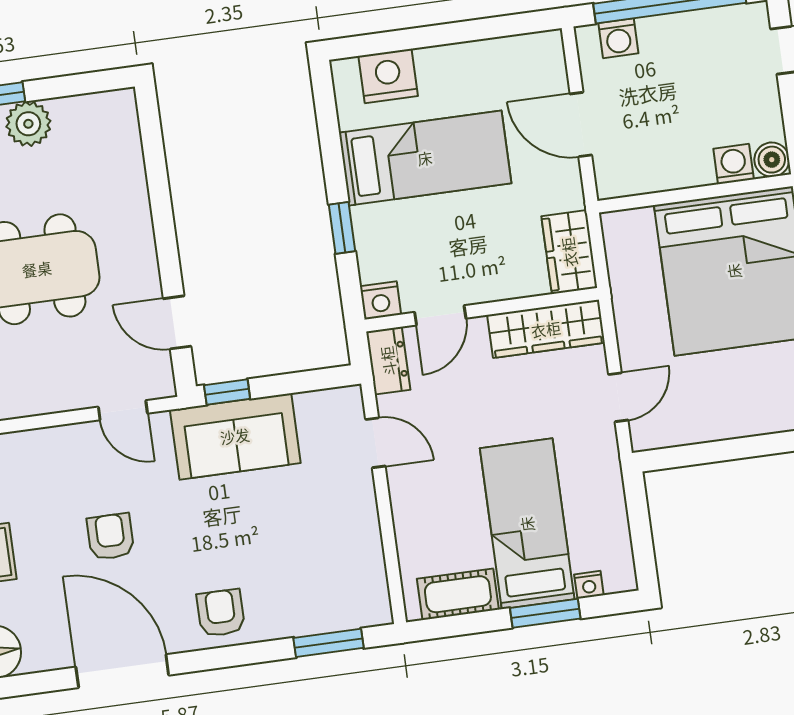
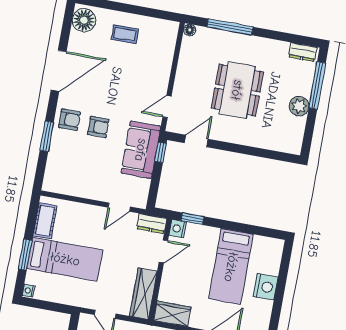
nightstand: (388, 76) -> (266, 287), moved
window: (342, 228) -> (192, 219), moved
door: (440, 315) -> (163, 251), swing flipped
armchair: (110, 537) -> (98, 127), moved
nightstand: (589, 585) -> (29, 291), moved
window: (329, 643) -> (47, 136), moved

